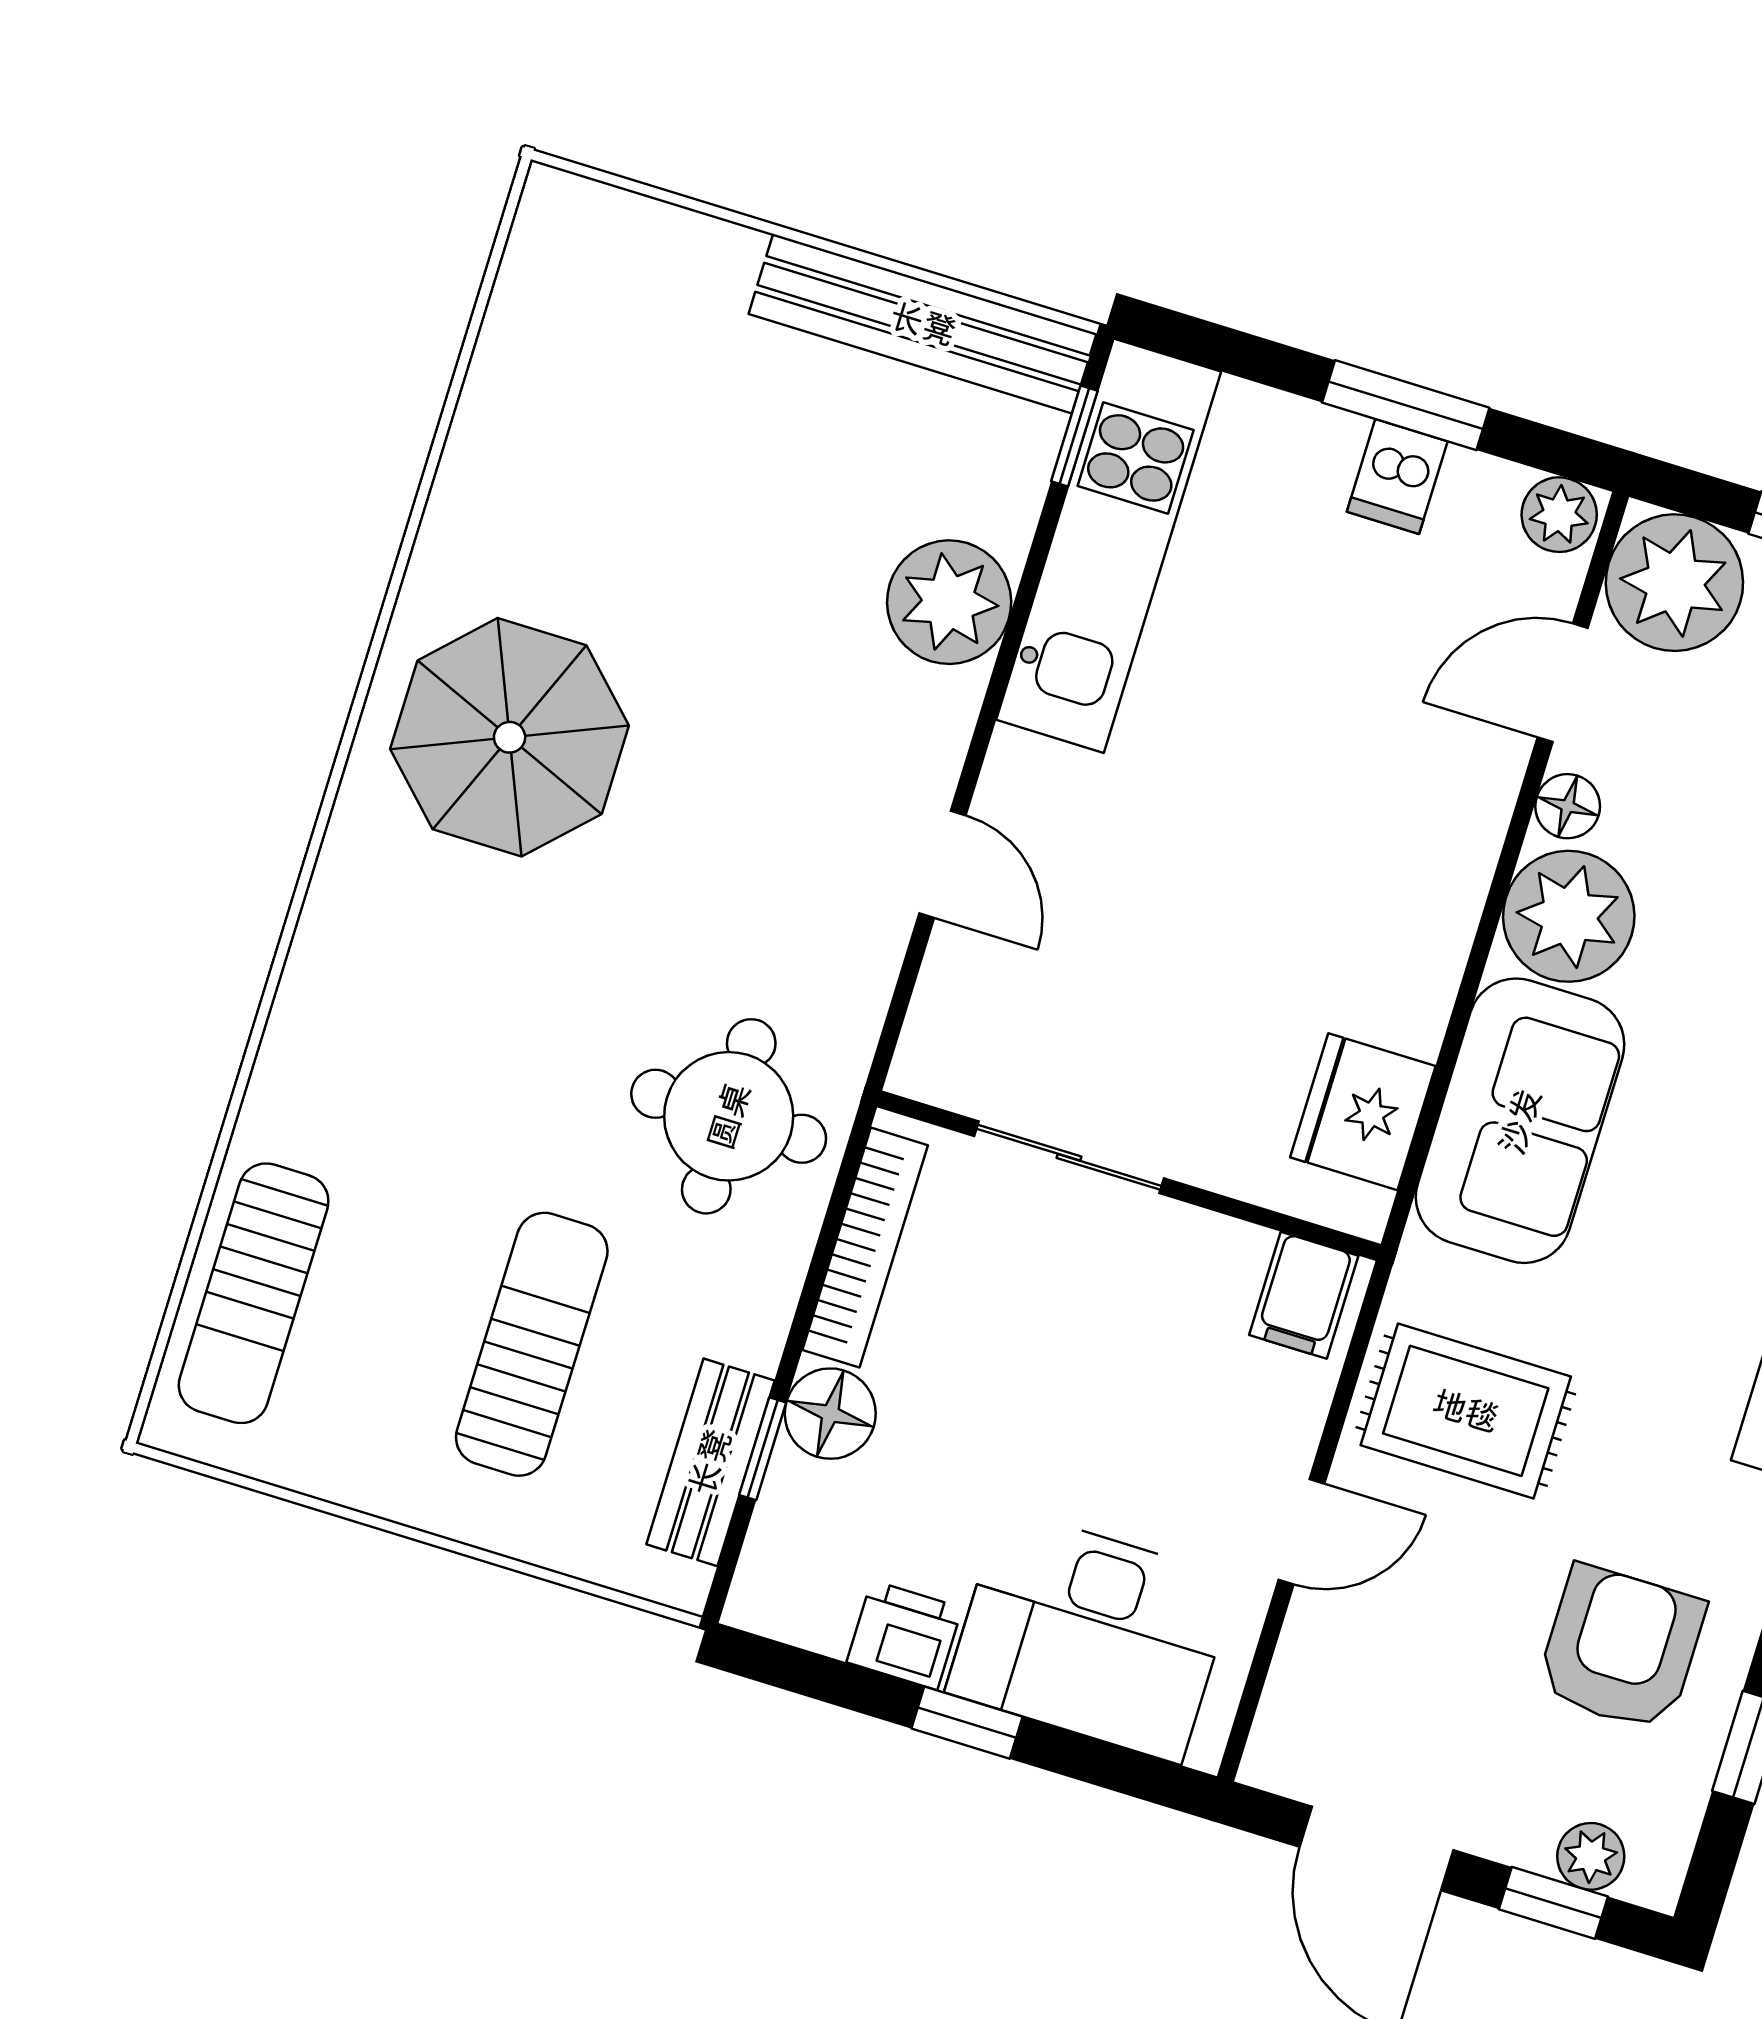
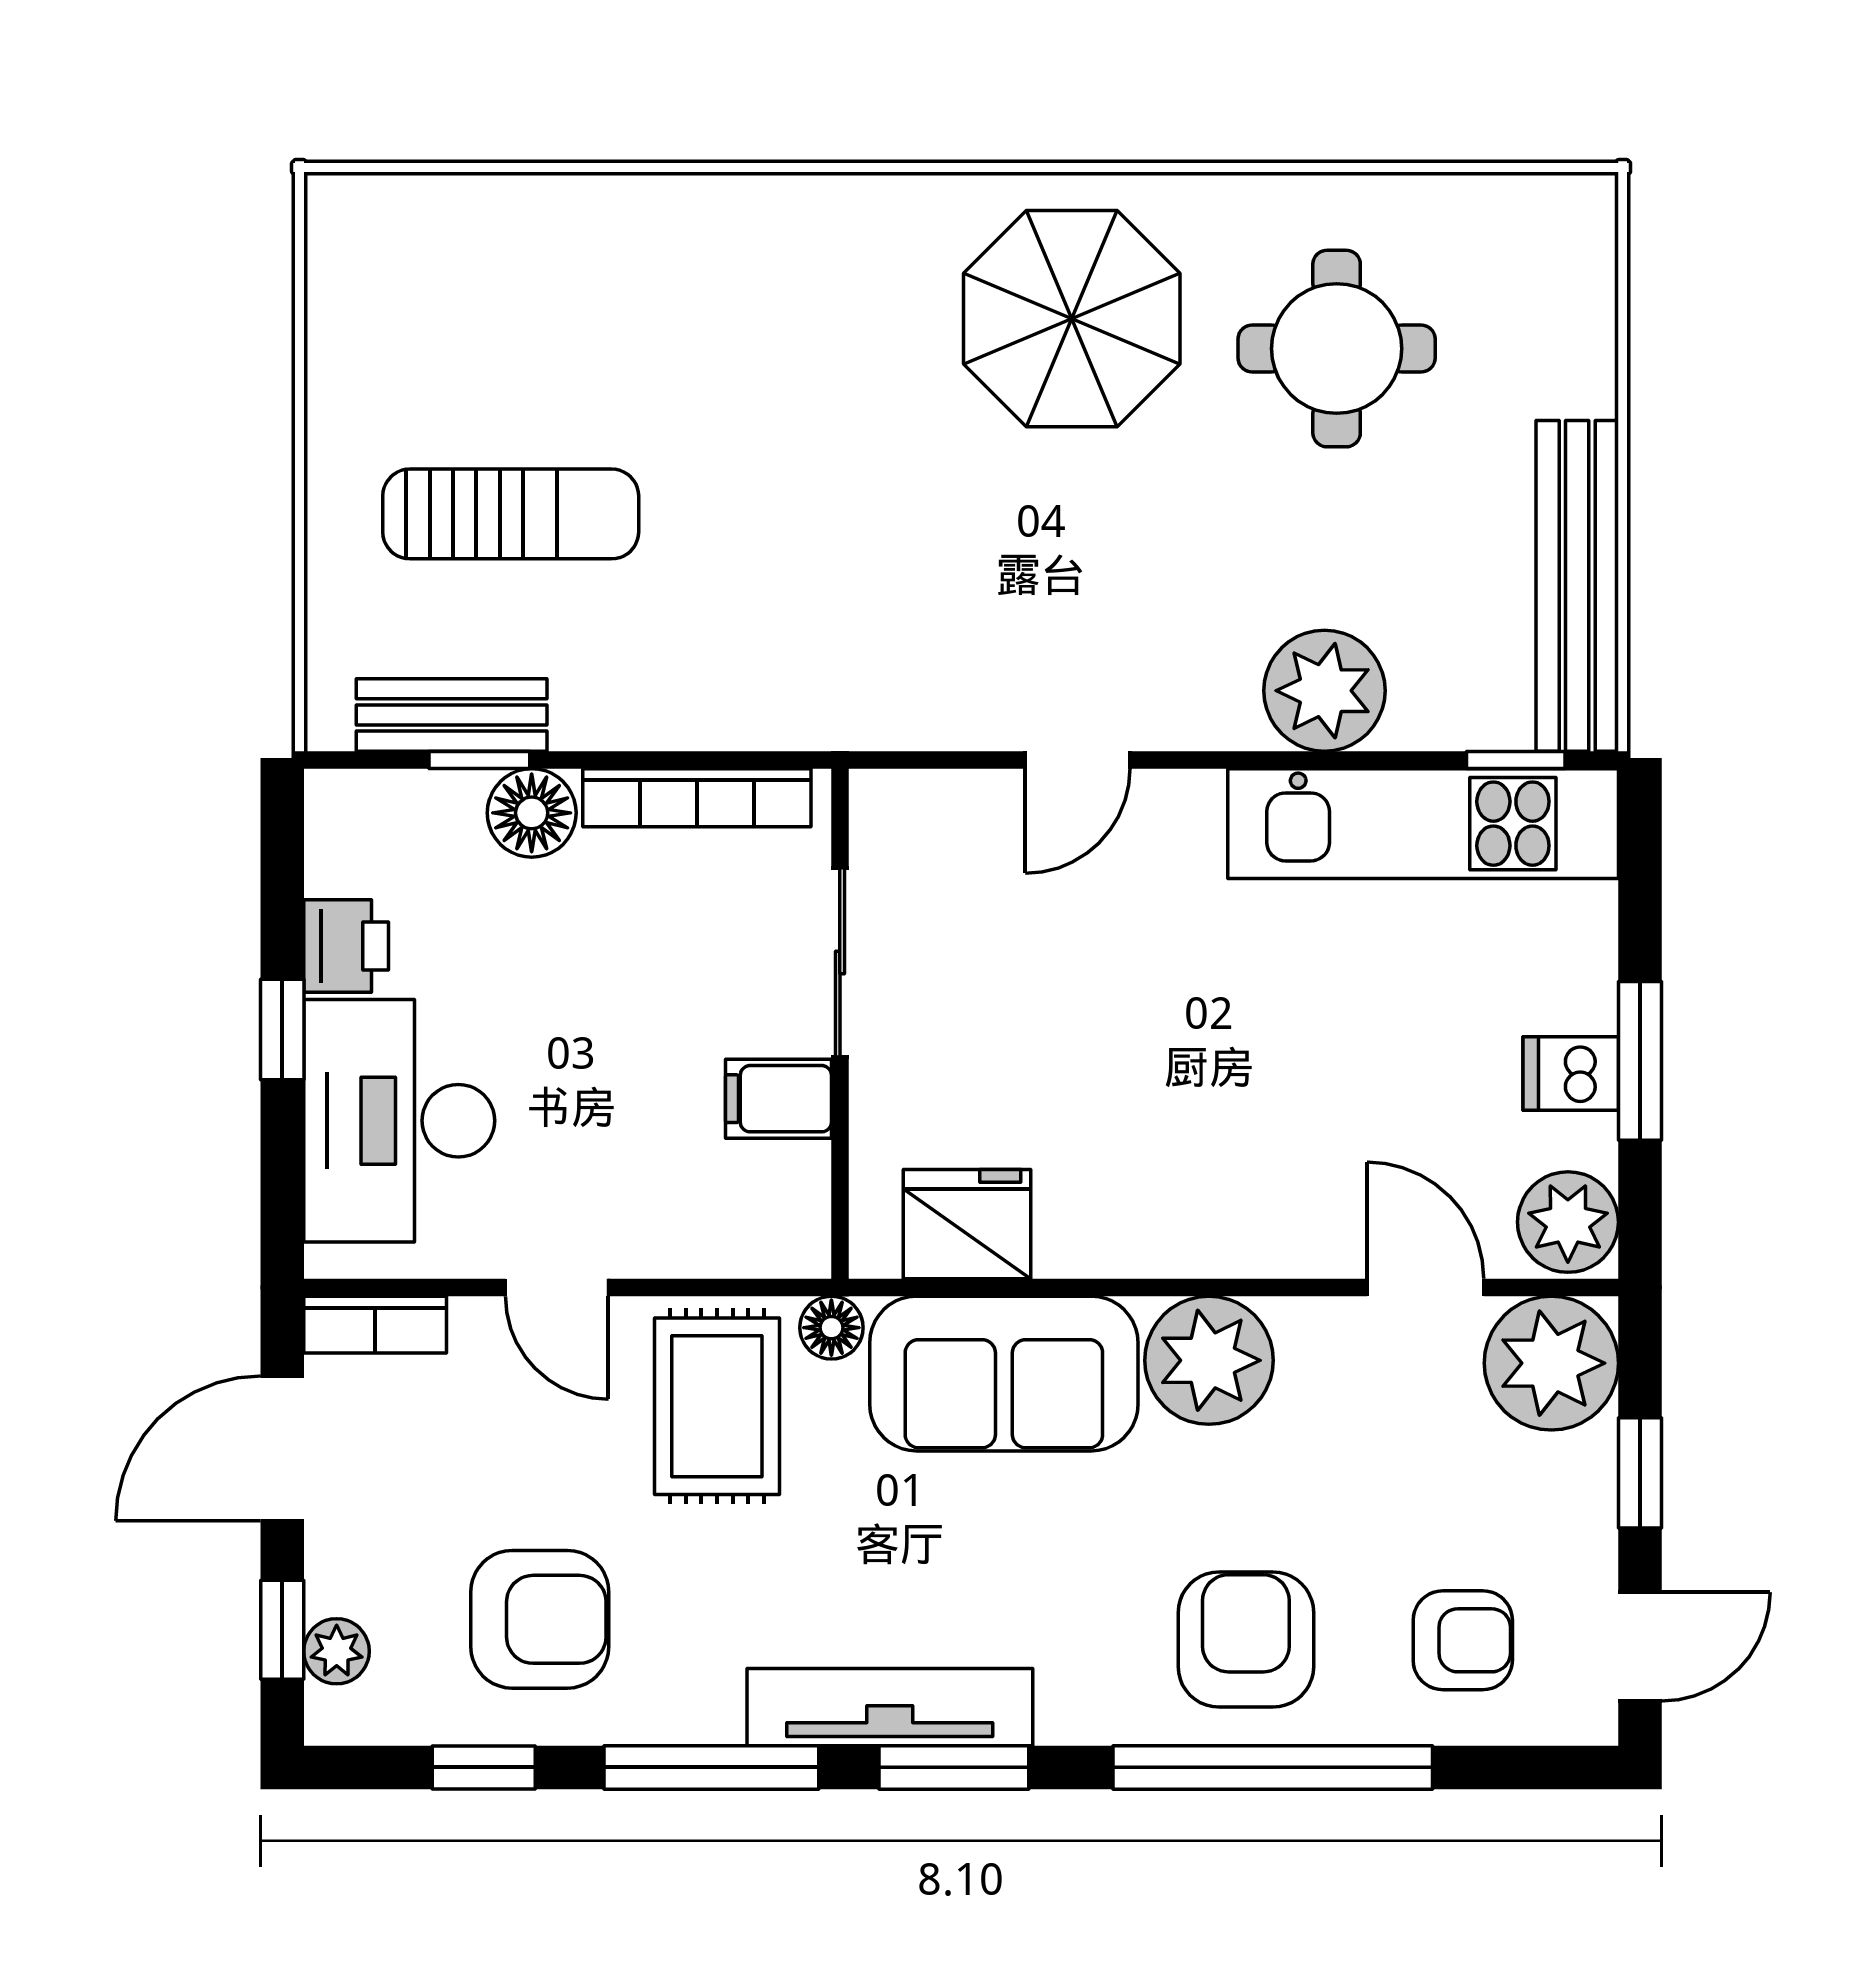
plant: (1559, 515) -> (1568, 1222), width x1.38, depth x1.38
floor lamp: (1568, 806) -> (831, 1328), moved
round table: (729, 1116) -> (1337, 349), moved
sun lounger: (254, 1293) -> (478, 239), removed
filing cabinet: (1304, 1295) -> (778, 1099), moved
bookcase: (1283, 1721) -> (375, 1325), added

